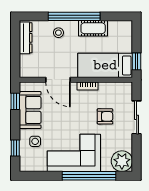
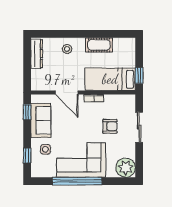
window: (74, 16) -> (81, 34), removed
window: (89, 176) -> (77, 181), moved

